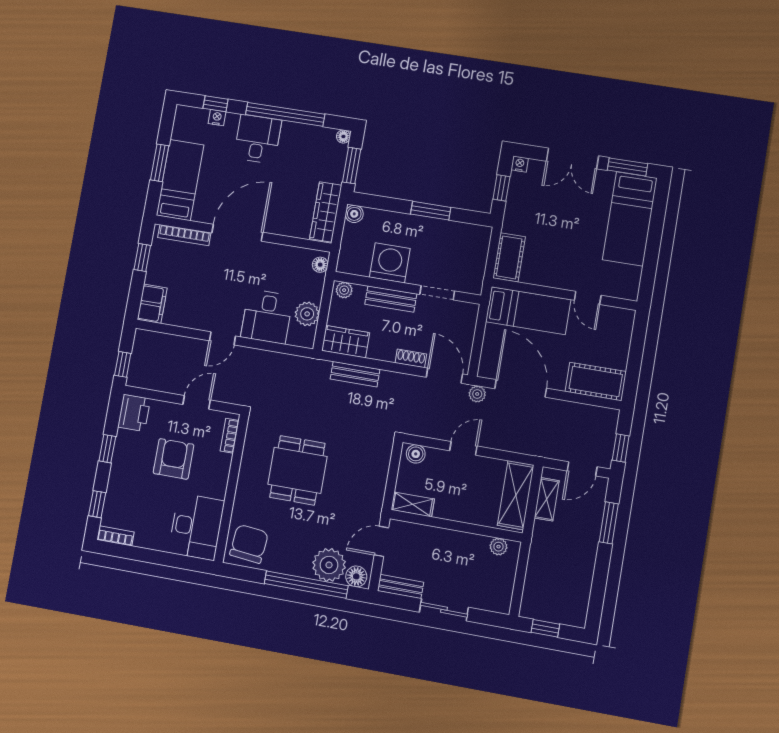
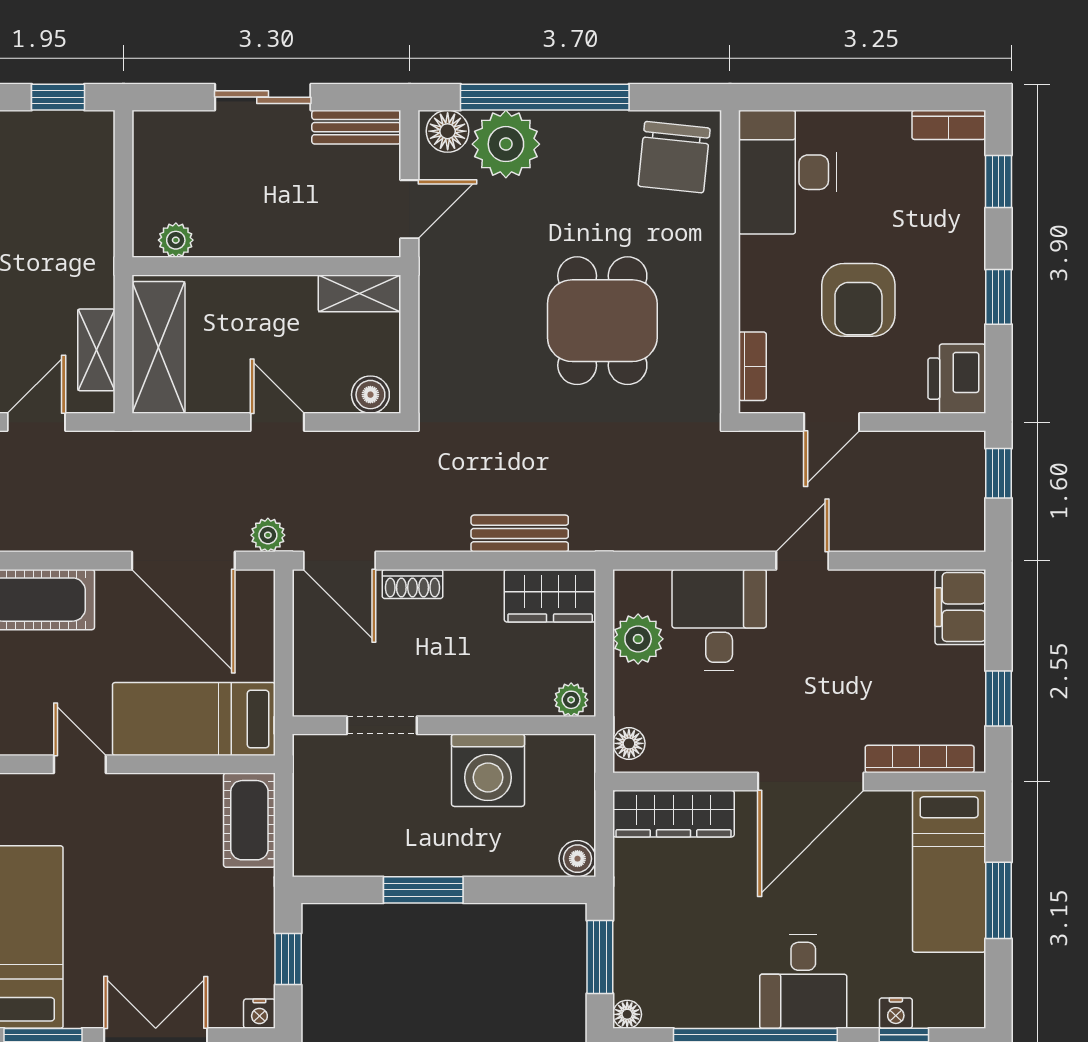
wardrobe: (326, 212) -> (674, 814), moved, turned 90
bench: (391, 299) -> (473, 697), removed
door: (463, 448) -> (277, 422), swing flipped

